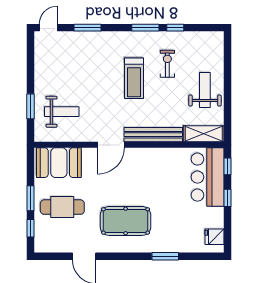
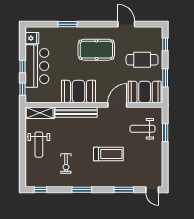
door: (48, 28) -> (152, 190), hinge flipped
window: (175, 28) -> (40, 190), moved
treadmill: (134, 78) -> (108, 154), moved, turned 90
door: (111, 145) -> (117, 105), moved
booth: (150, 163) -> (78, 92), added
bar counter: (208, 177) -> (37, 66), moved
window: (30, 198) -> (165, 78), moved

